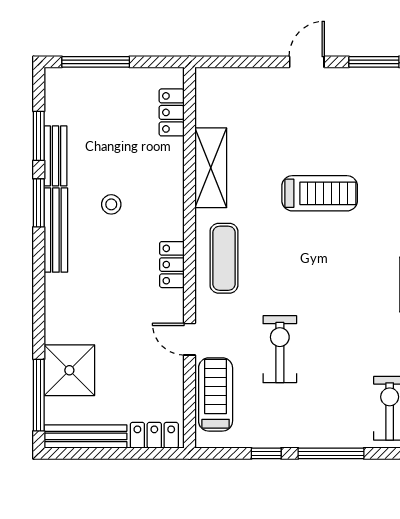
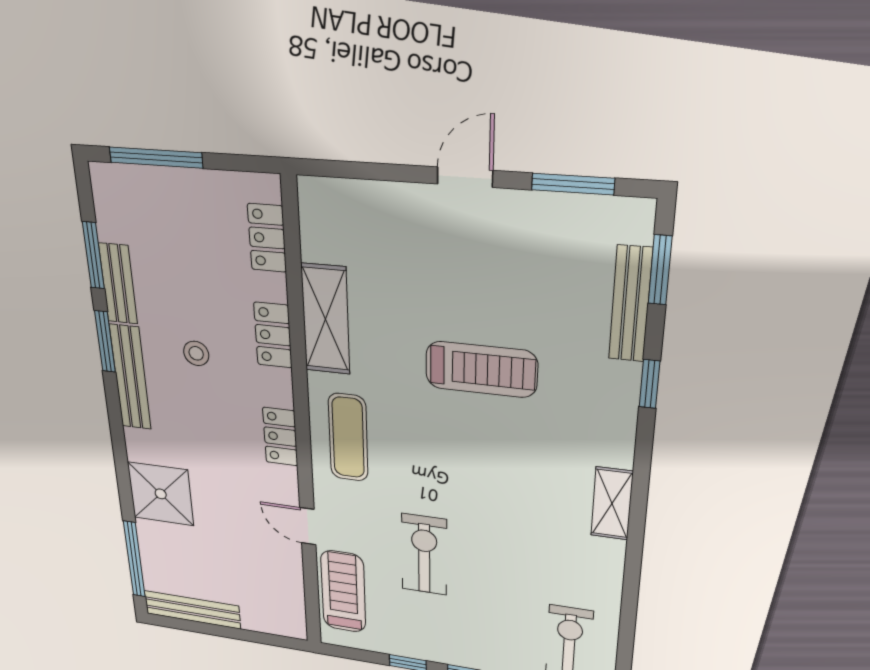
shower: (69, 370) -> (161, 494), moved
locker: (154, 435) -> (273, 335), moved, turned -90

